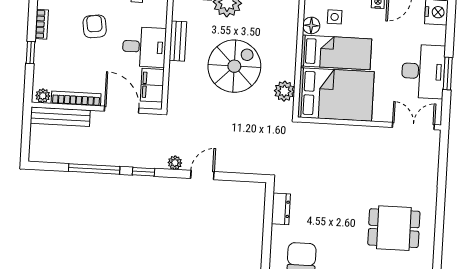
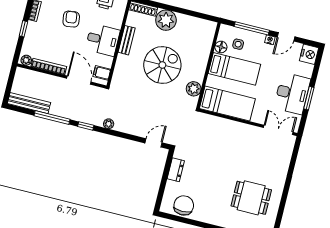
filing cabinet: (152, 85) -> (102, 73), width x0.50
bed: (336, 94) -> (227, 104), width x0.67
bench: (60, 117) -> (29, 103), moved
door: (202, 175) -> (153, 143), moved

